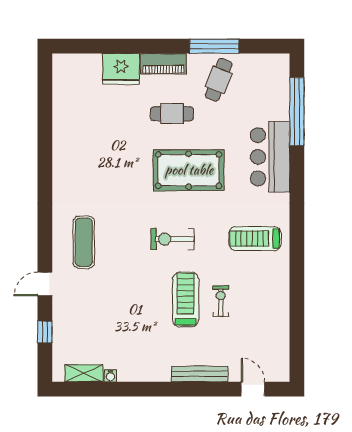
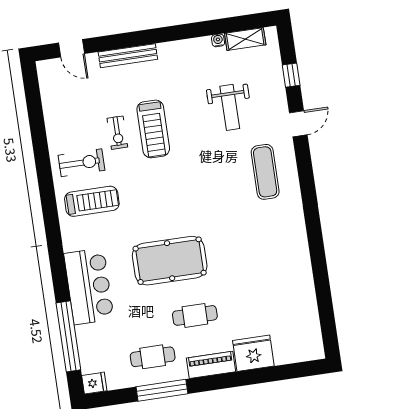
fridge: (279, 63) -> (94, 383), added
cafe table: (219, 80) -> (153, 357), turned 69
exercise bike: (172, 239) -> (81, 163), moved
weight bench: (109, 310) -> (230, 107), added

